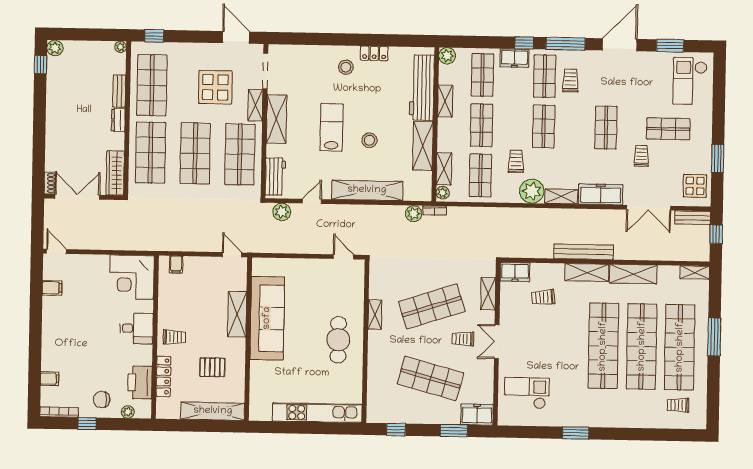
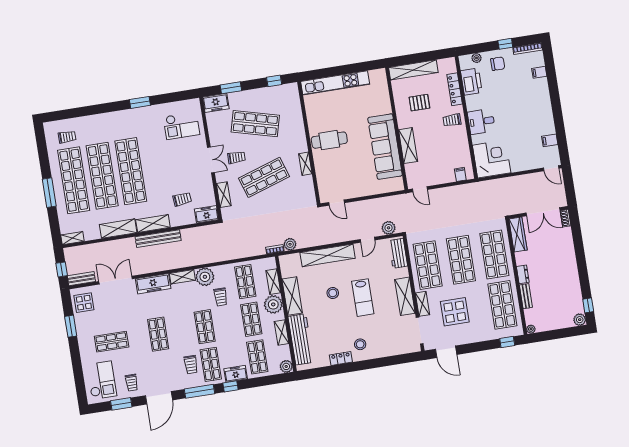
trolley: (642, 156) -> (132, 383), moved
plant: (443, 193) -> (273, 304), moved, width x1.88, depth x1.88
cafe table: (338, 340) -> (329, 140), turned 90

